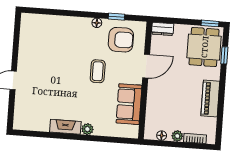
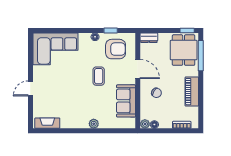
corner sofa: (47, 34) -> (56, 49), added
window: (224, 55) -> (201, 56), width x2.17
door: (146, 66) -> (138, 69), hinge flipped
chair: (167, 97) -> (156, 93), added
fireplace: (65, 127) -> (47, 123), moved
plant: (177, 136) -> (145, 124), moved

